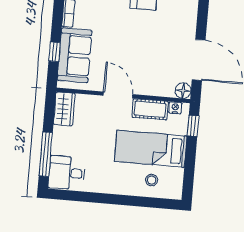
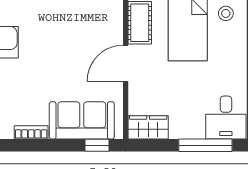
window: (55, 52) -> (97, 145), moved

